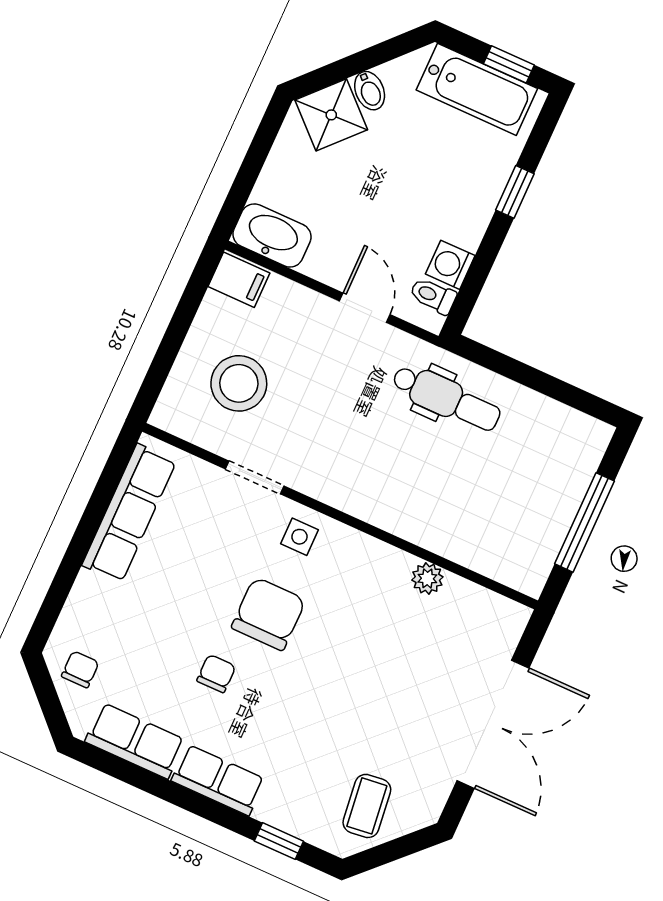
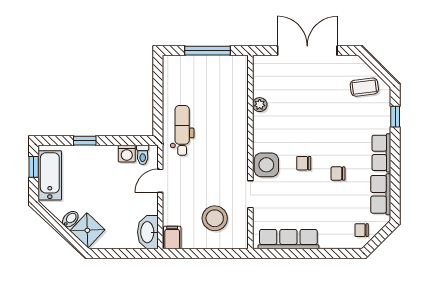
side table: (299, 537) -> (266, 165), width x1.87, depth x1.87
chair: (269, 614) -> (304, 163), width x0.54, depth x0.54

